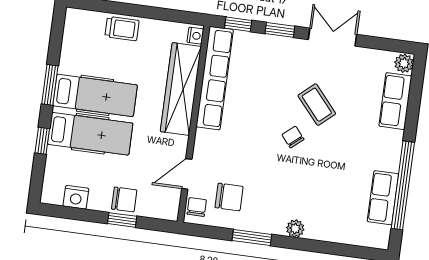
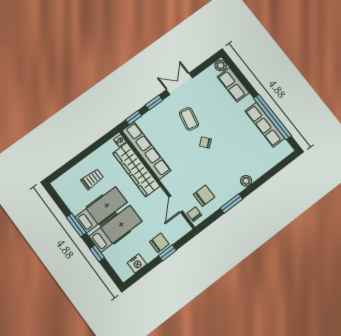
trolley: (122, 29) -> (92, 179), moved
coffee table: (317, 105) -> (189, 119), moved, turned 53
row of seats: (383, 198) -> (265, 125), width x1.48

